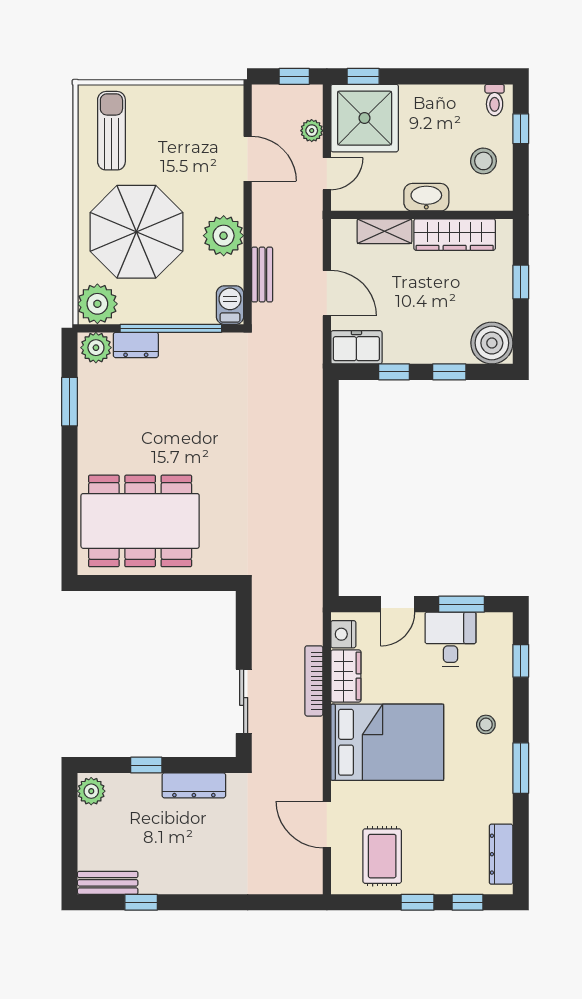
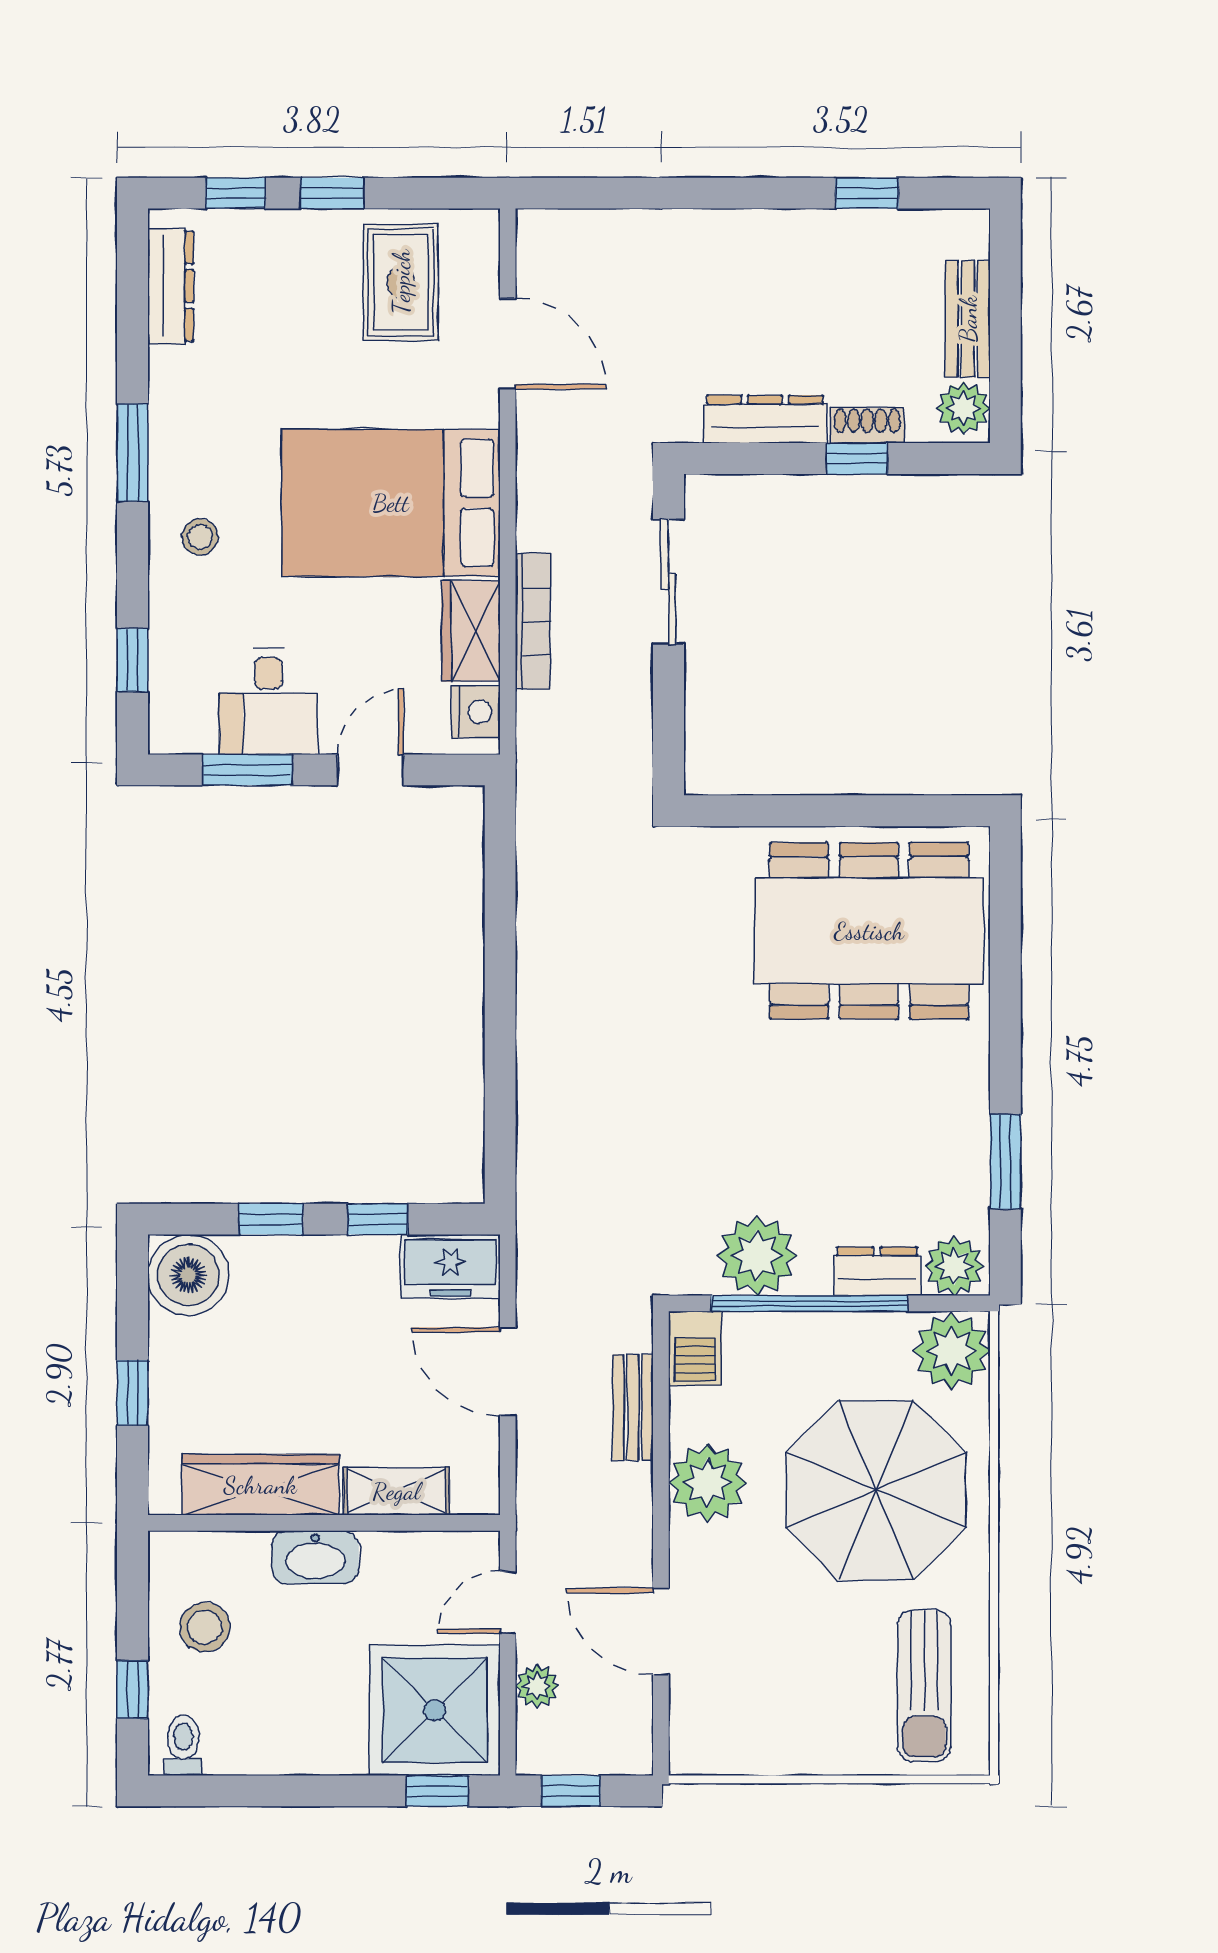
plant: (198, 353) -> (757, 1256), added
shoe rack: (141, 782) -> (867, 425), added
bench: (108, 883) -> (968, 319), moved, turned 90

